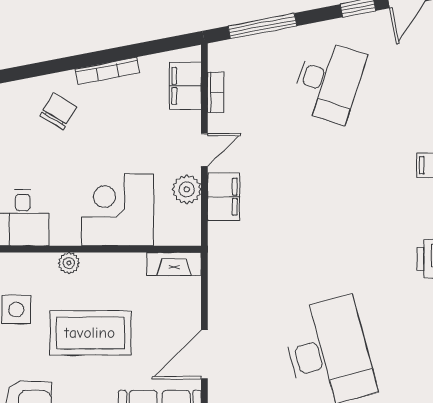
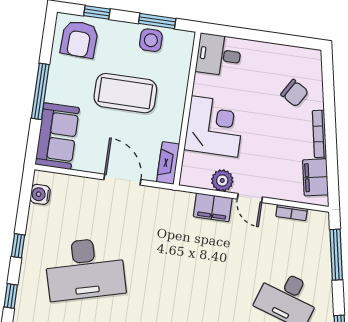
filing cabinet: (185, 86) -> (315, 177), moved, turned -101
plant: (69, 263) -> (180, 84), removed
coffee table: (90, 333) -> (125, 93), turned 90
door: (204, 354) -> (122, 180), moved

